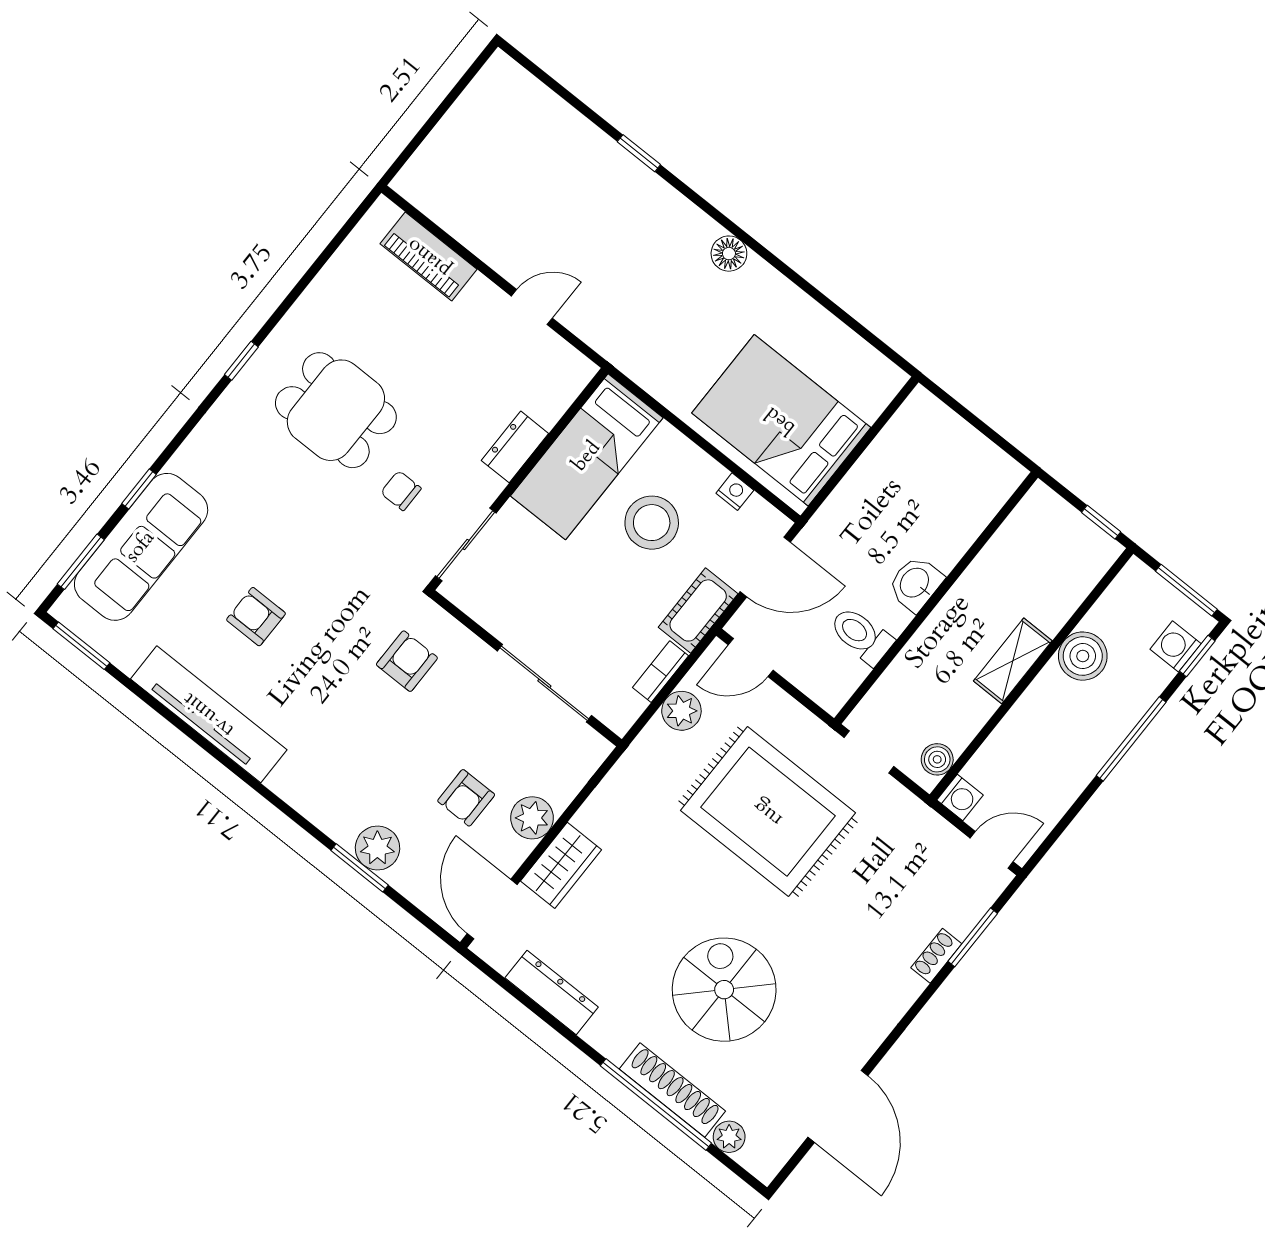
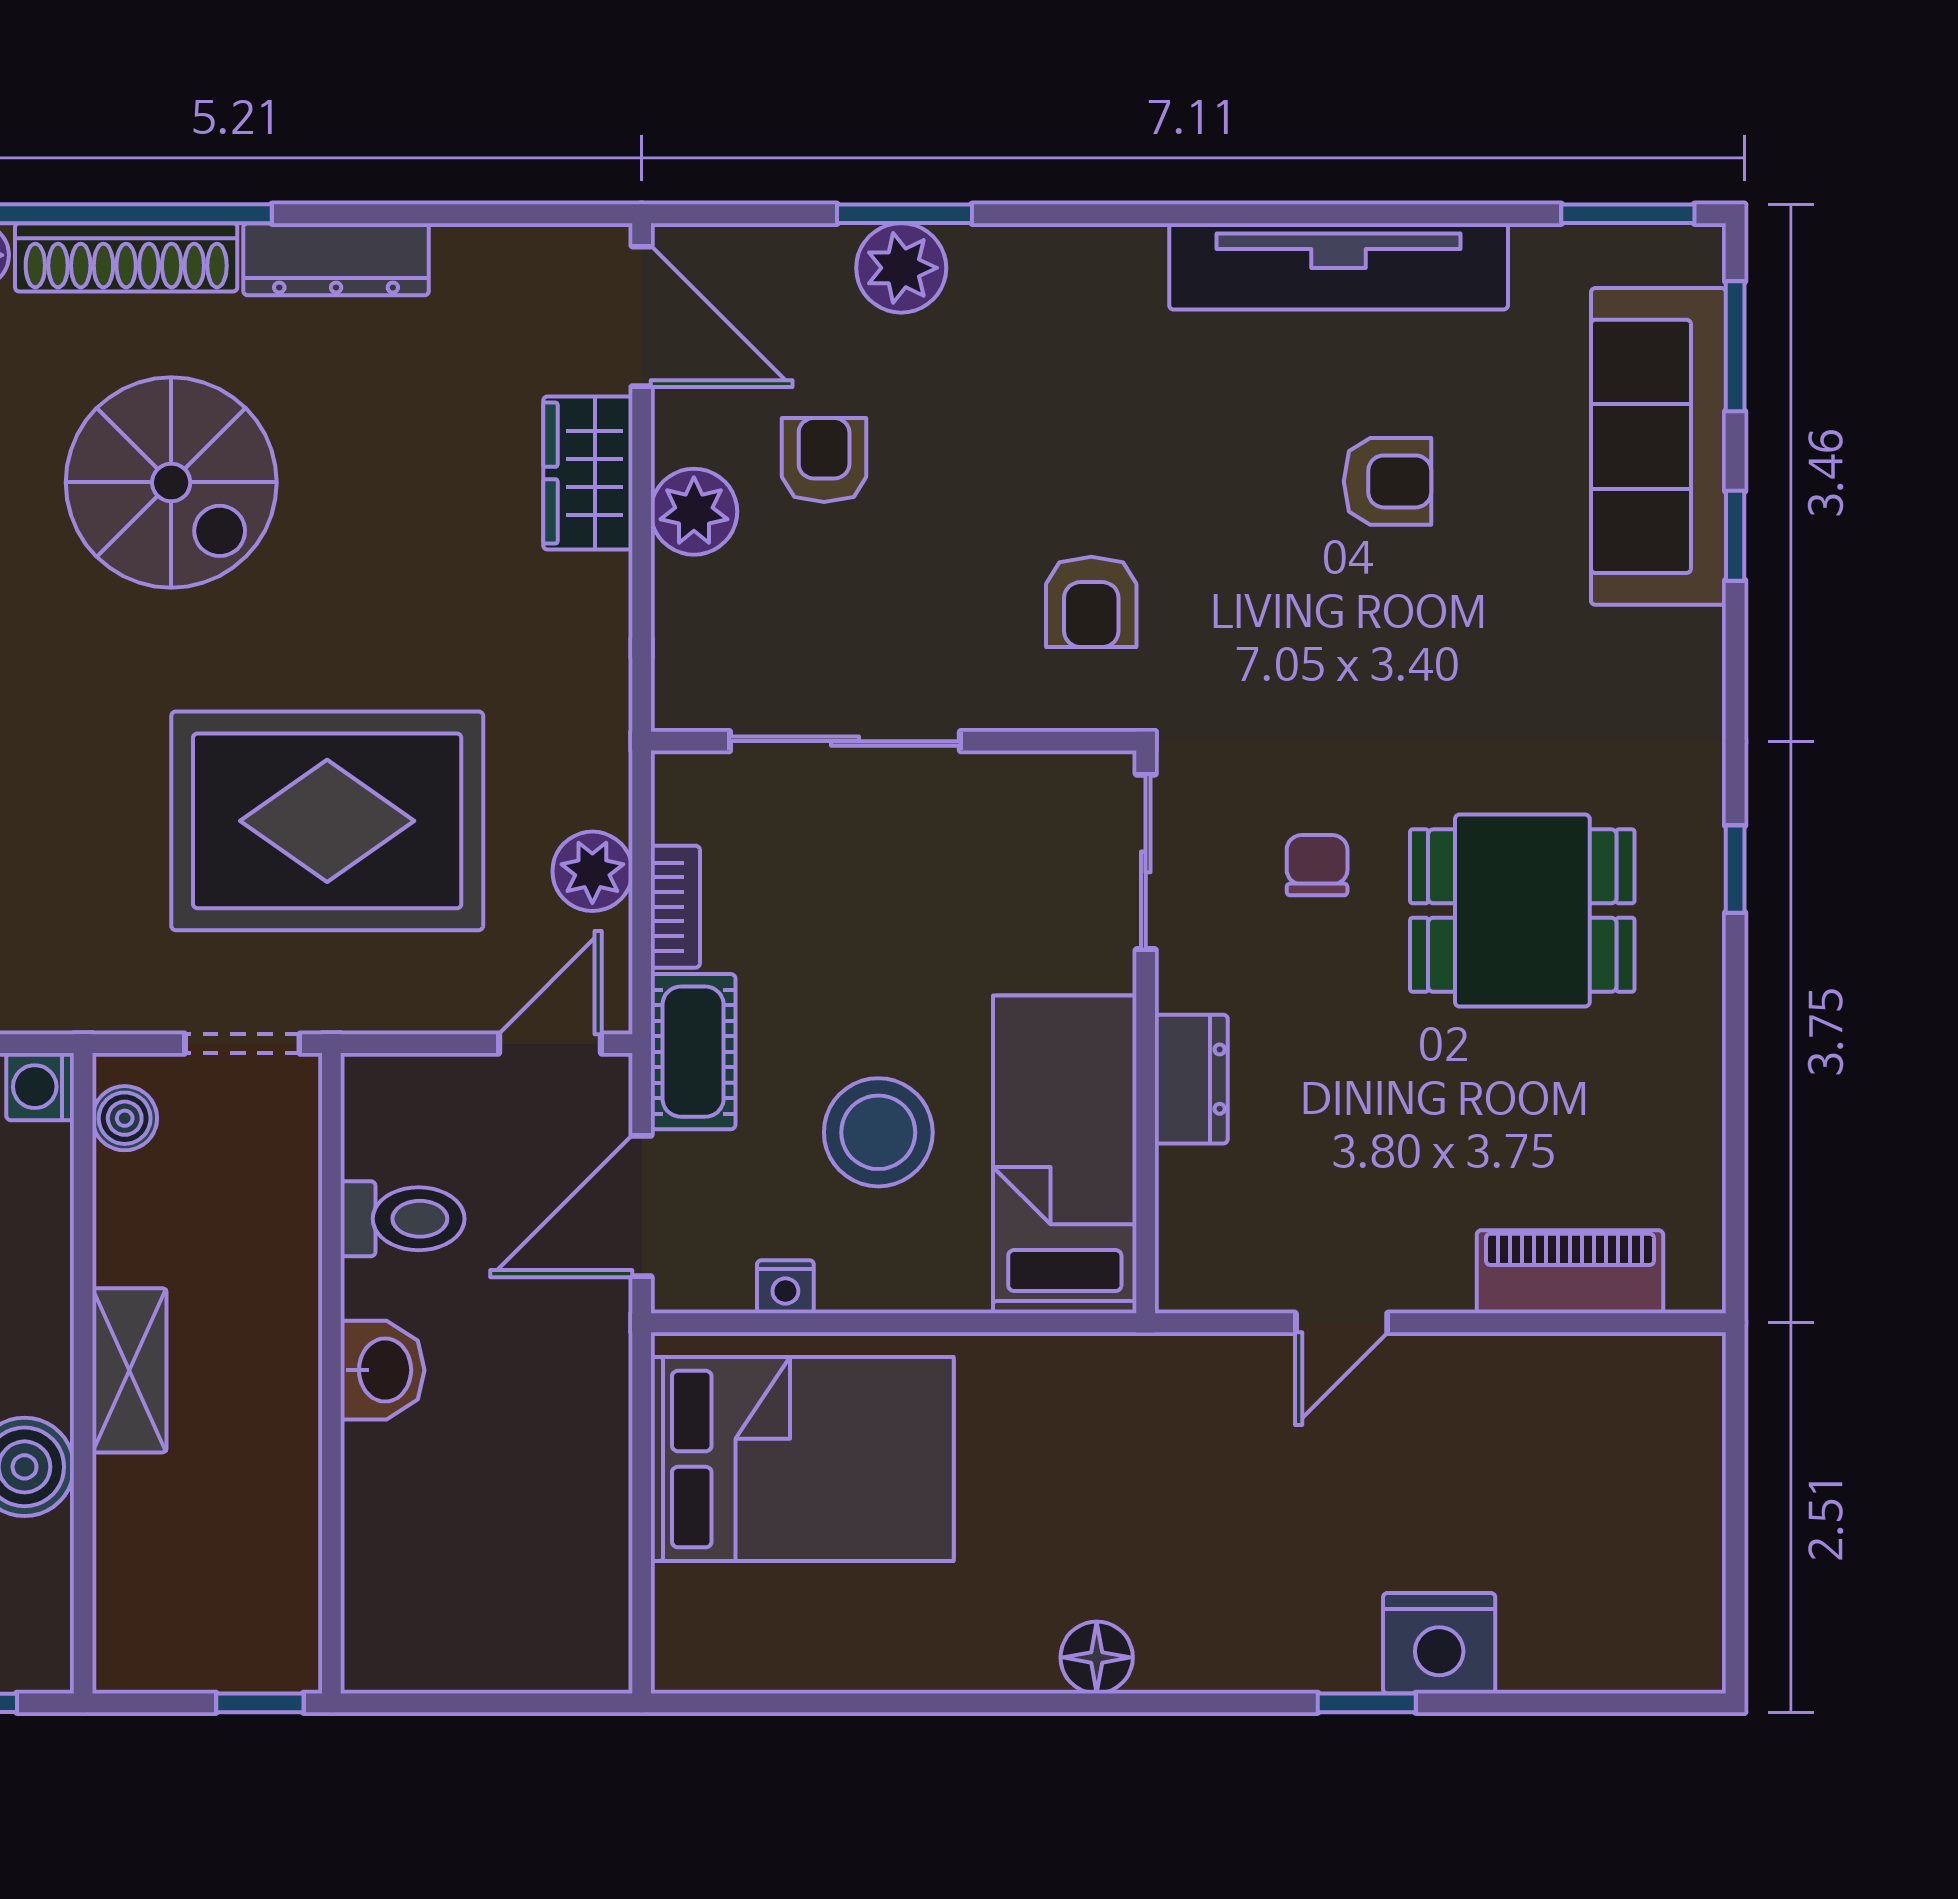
nightstand: (593, 154) -> (1439, 1643), added
chair: (401, 491) -> (1317, 865), turned -90
window: (1101, 522) -> (260, 1703), moved
dresser: (552, 992) -> (336, 259), moved

